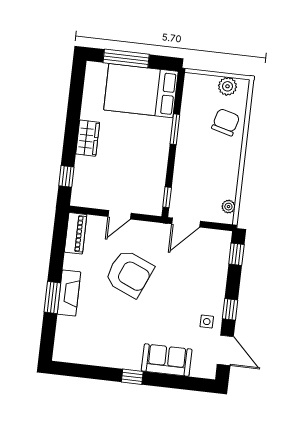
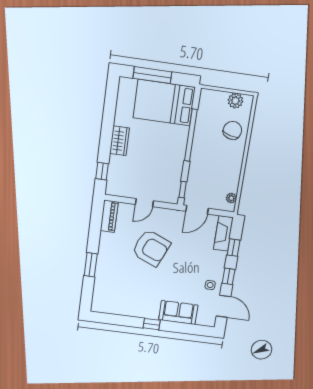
window: (175, 129) -> (191, 135), width x2.11
window: (236, 254) -> (234, 248), moved
fireplace: (69, 293) -> (223, 233), moved, turned 180

